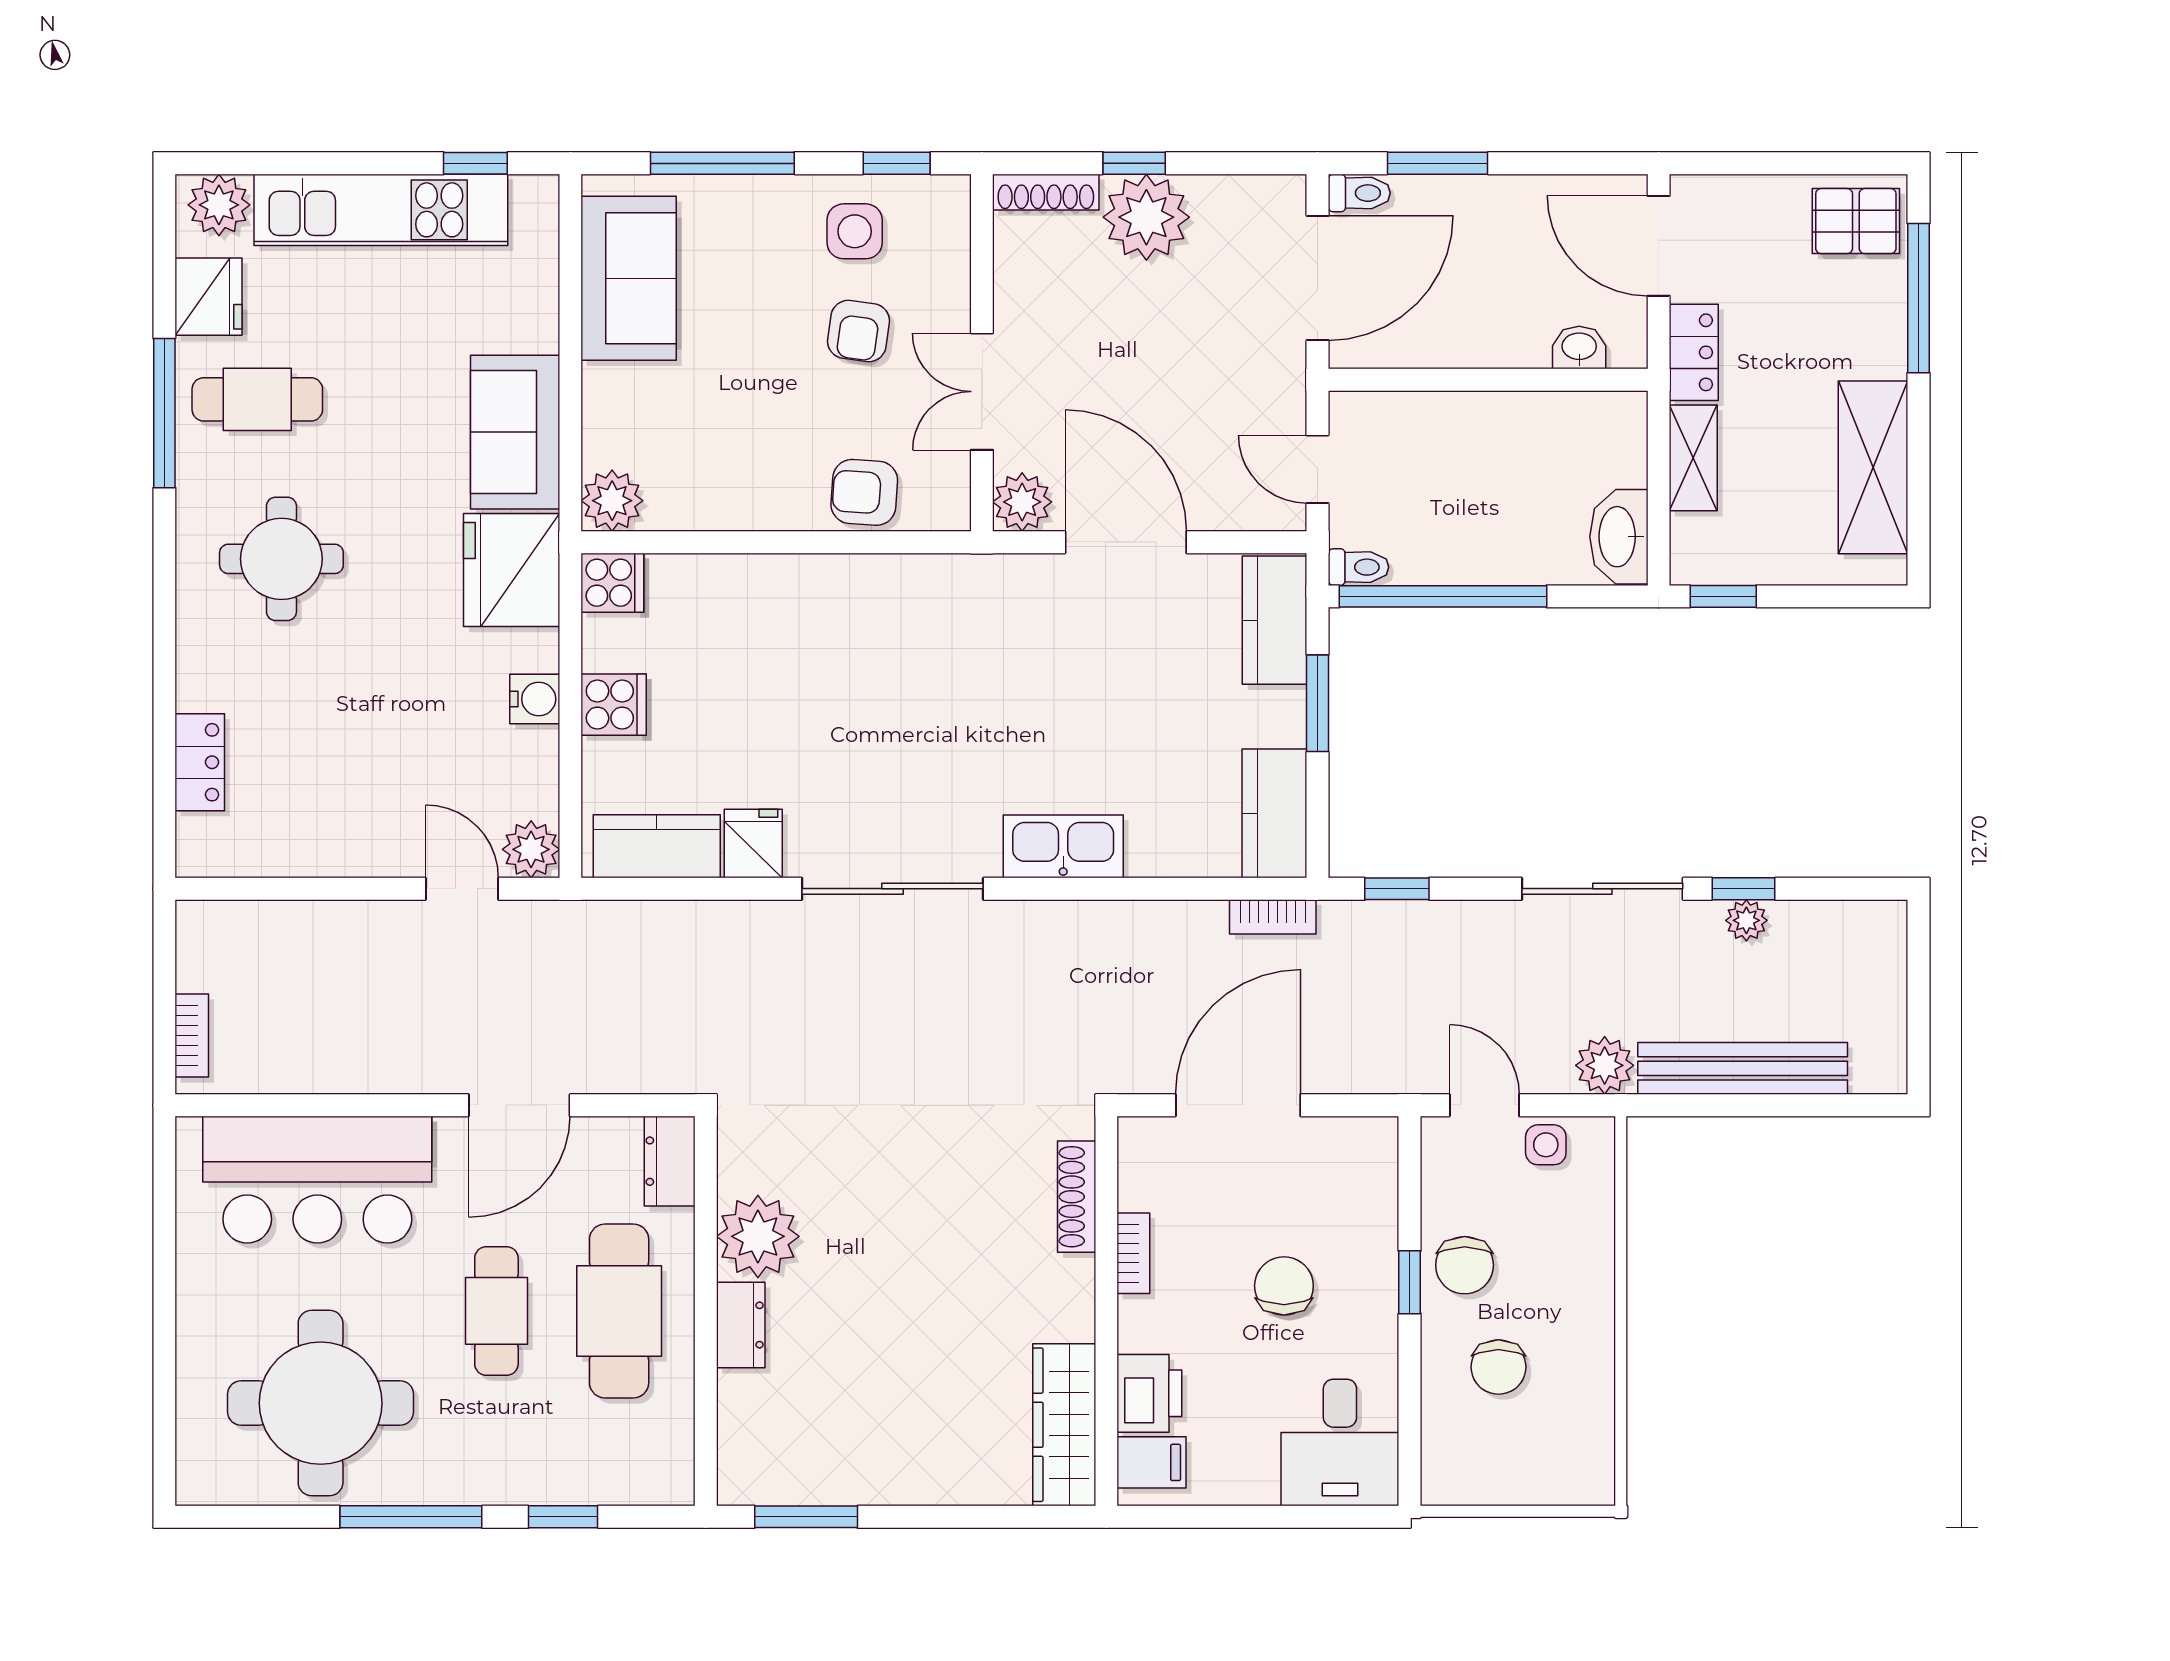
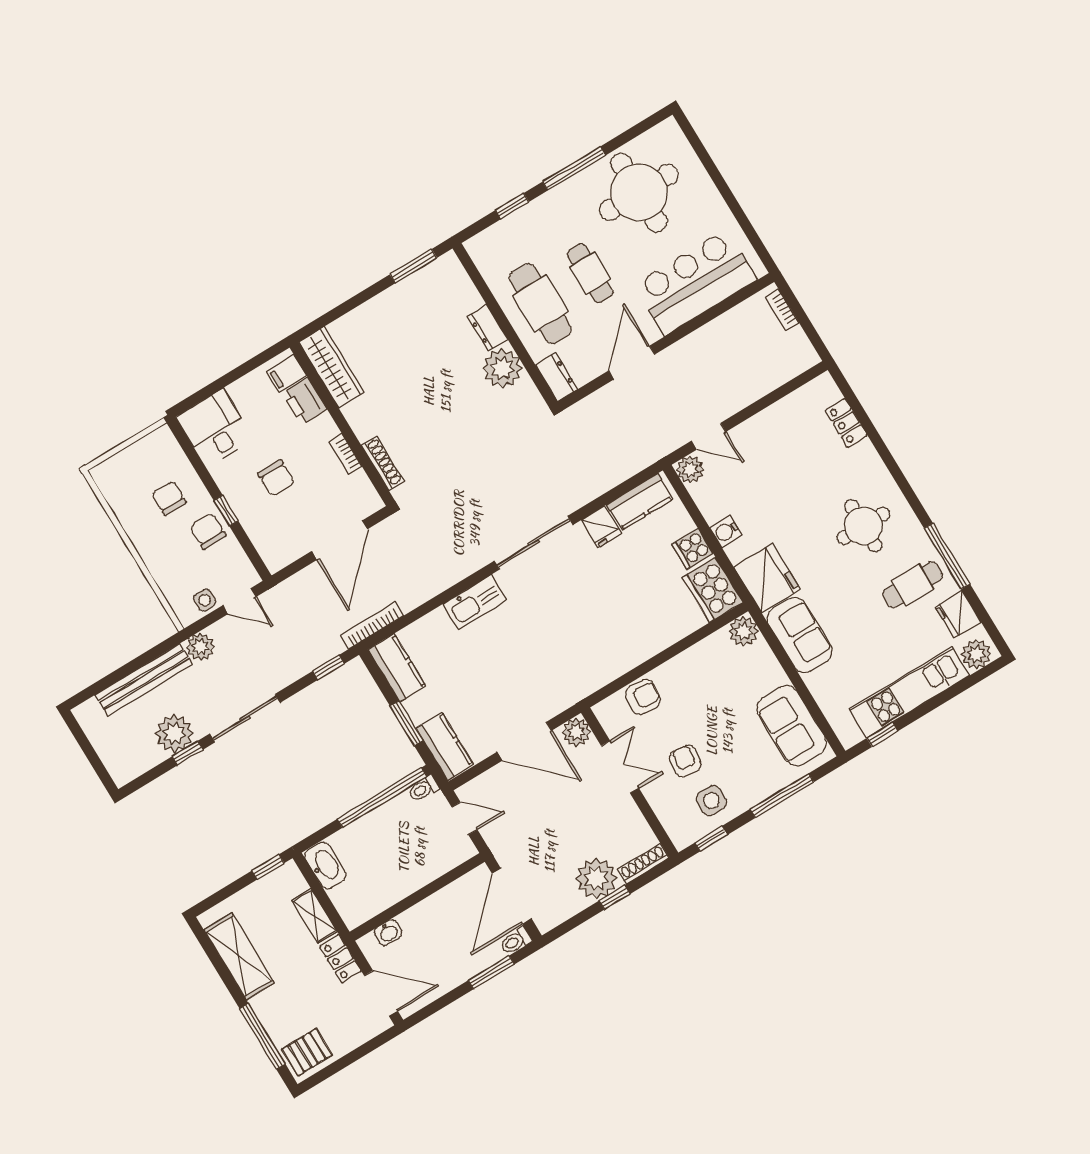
cooker: (612, 583) -> (713, 590), width x1.87, depth x1.31
bookcase: (1273, 917) -> (372, 625), width x1.56
plant: (1746, 920) -> (174, 733), width x1.88, depth x1.88

